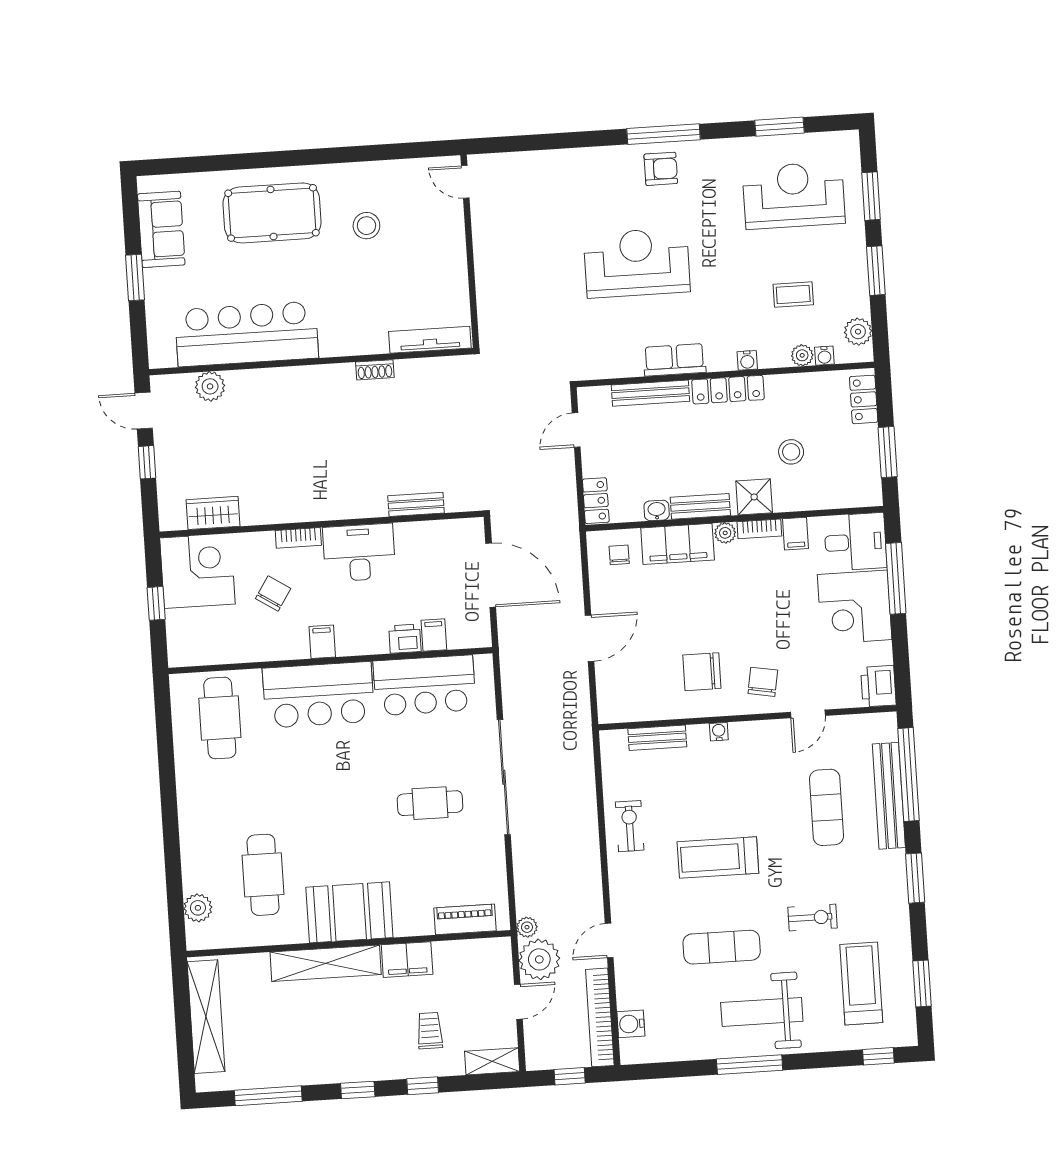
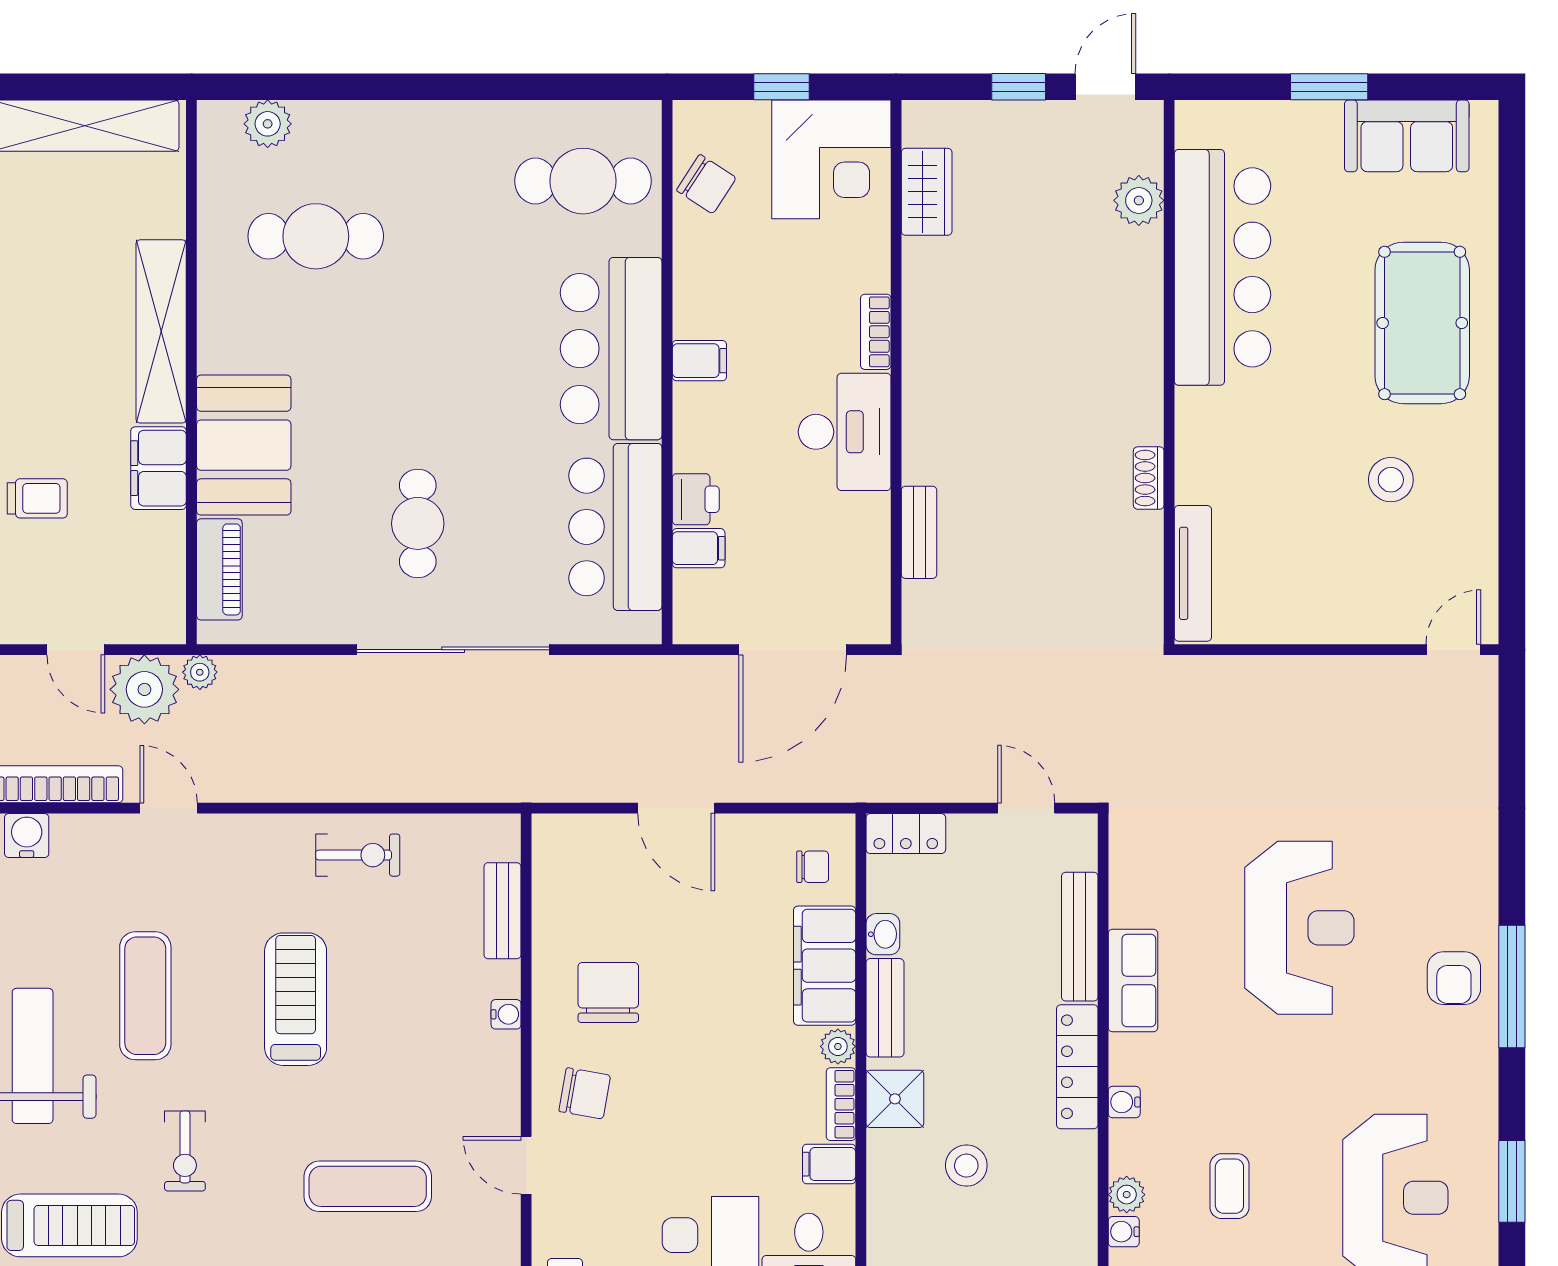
chair: (273, 594) -> (706, 184), moved
booth: (349, 912) -> (244, 445), moved

